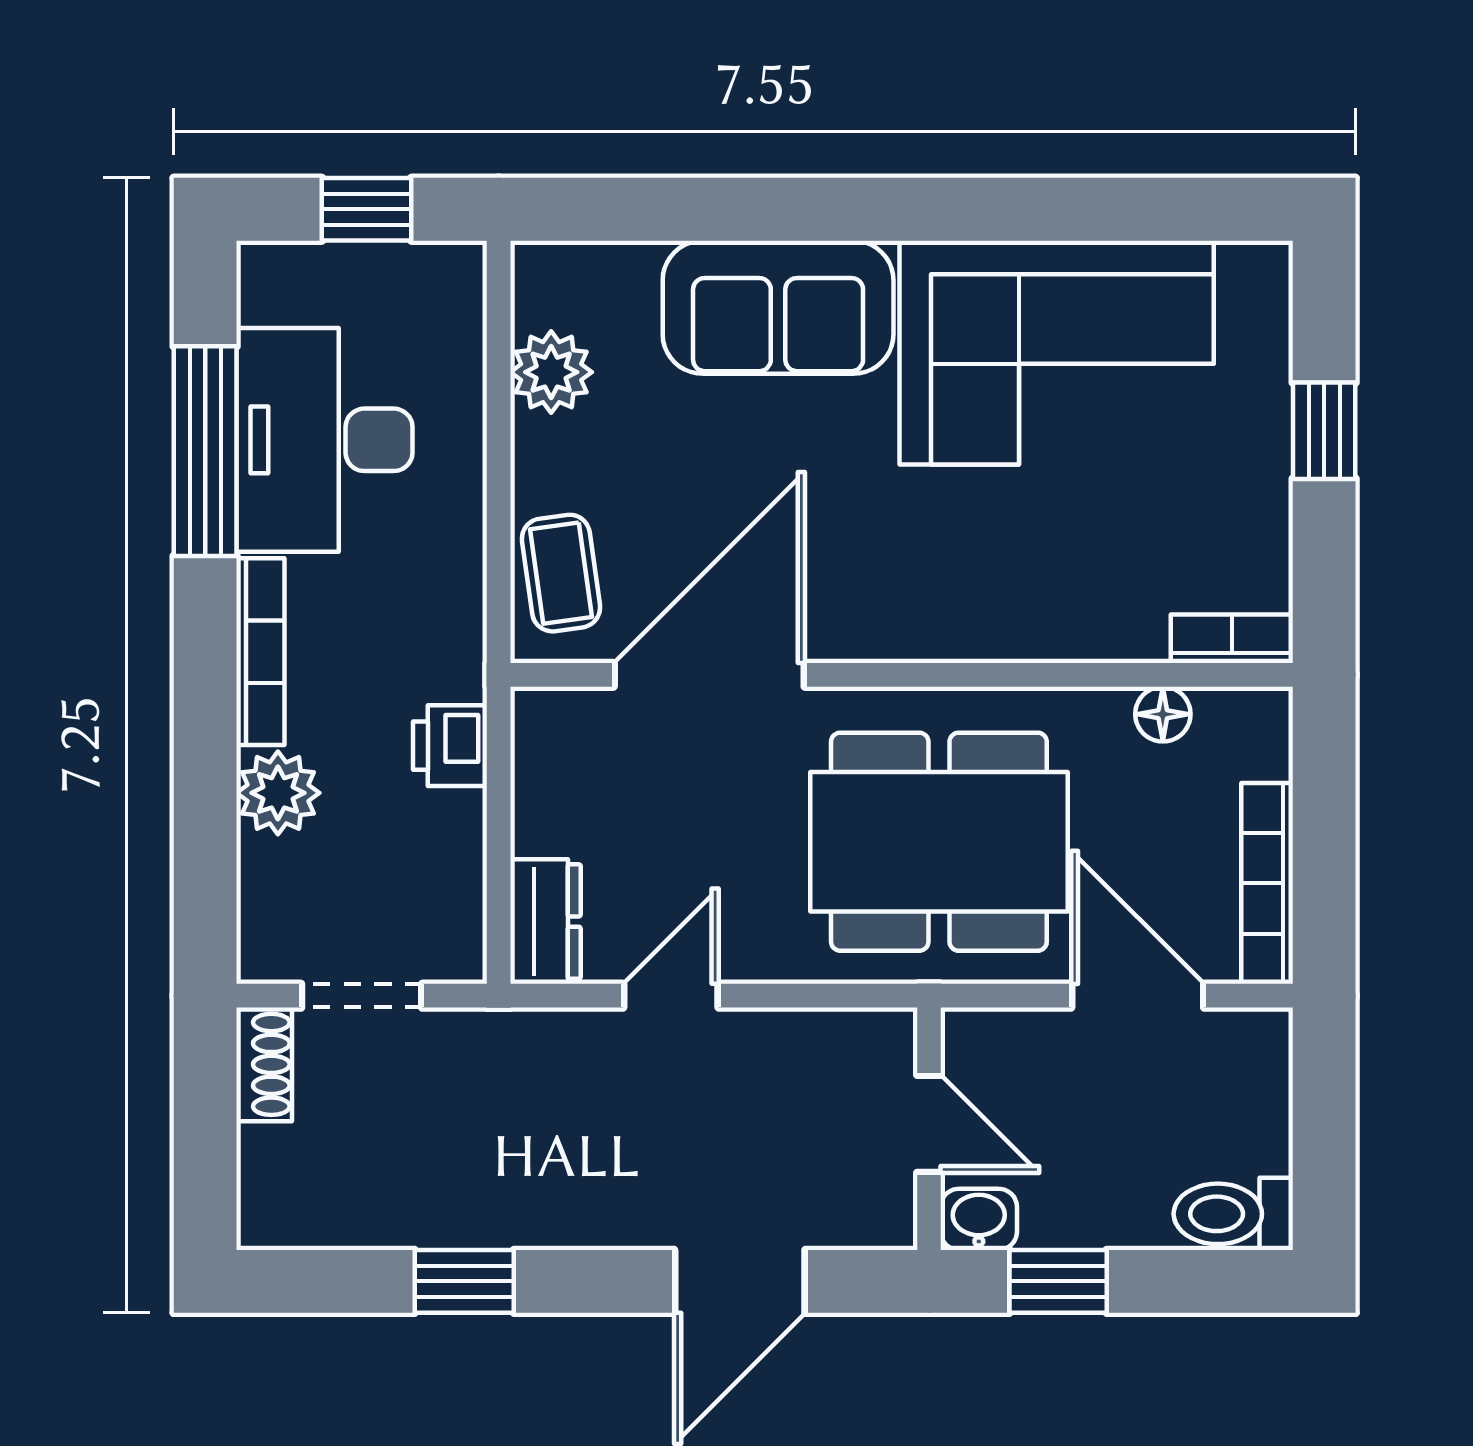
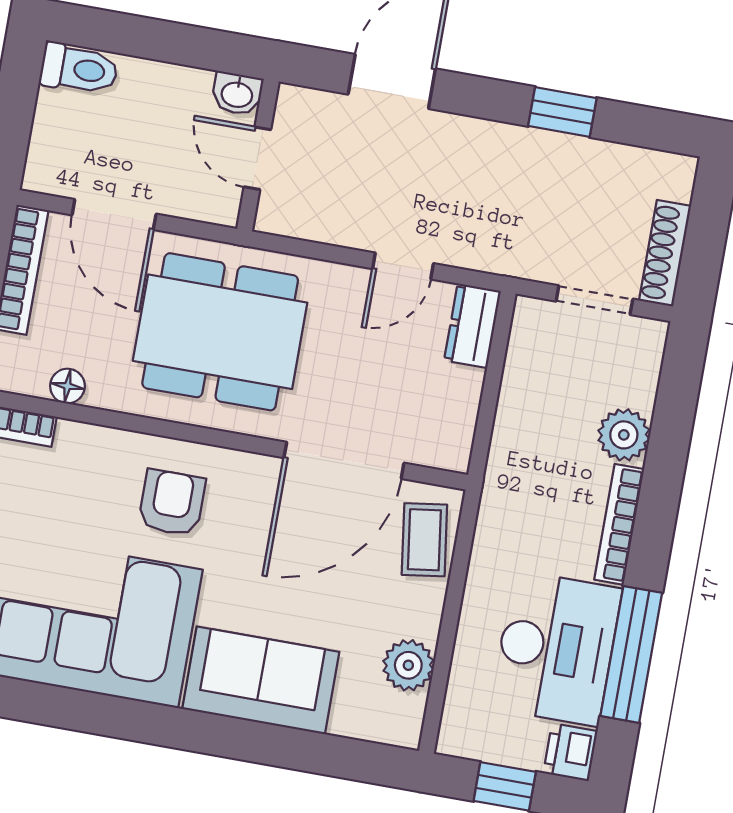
armchair: (967, 561) -> (172, 503), added
printer: (450, 746) -> (570, 752), moved, turned 180
shoe rack: (264, 1064) -> (665, 253), width x1.43
window: (1058, 1281) -> (195, 47), removed

